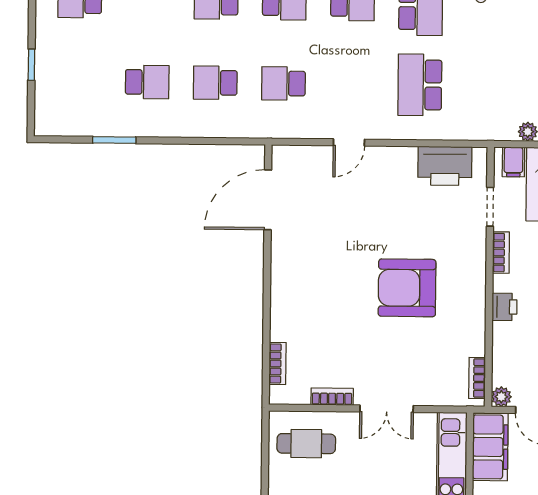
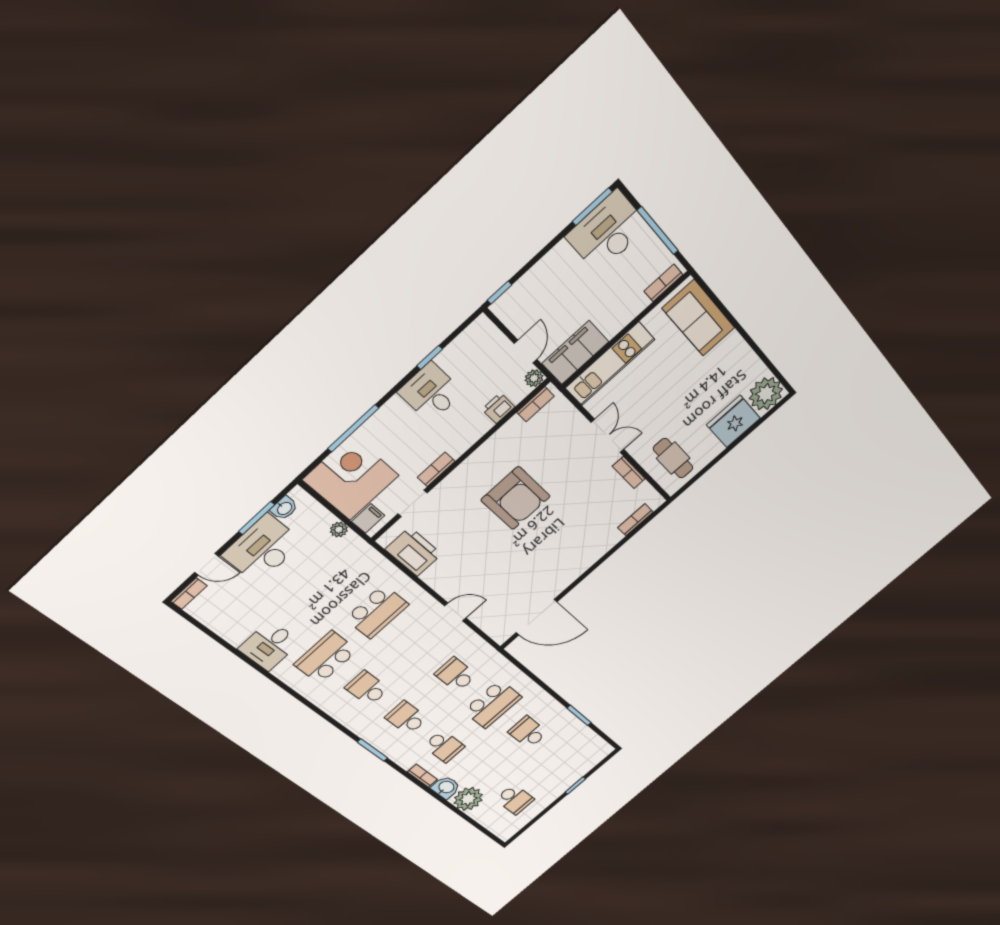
school desk: (215, 83) -> (493, 704), width x1.85
school desk: (283, 83) -> (456, 675), turned 180
printer: (505, 307) -> (498, 408), moved

